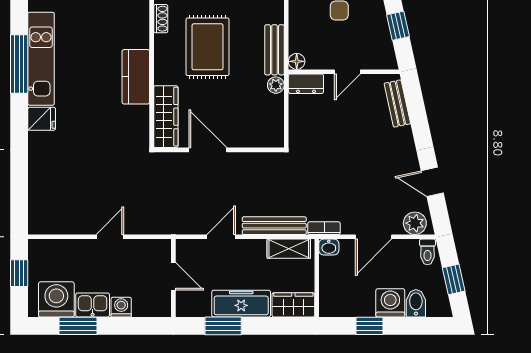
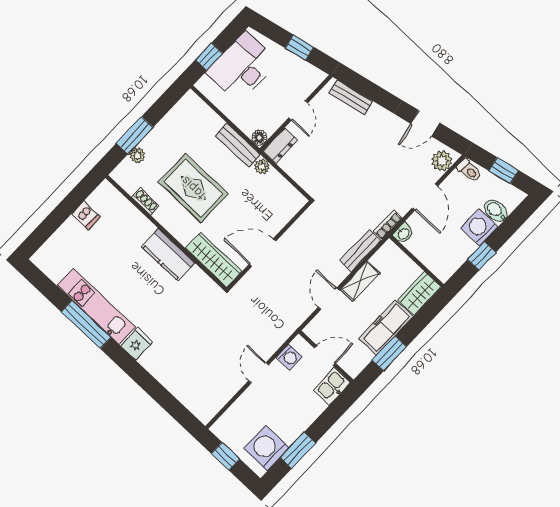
bench: (274, 226) -> (360, 251), width x0.73
shelving: (289, 249) -> (360, 281), moved
kitchen sink: (93, 305) -> (332, 386), moved
washing machine: (121, 307) -> (289, 357), moved, turned 180

